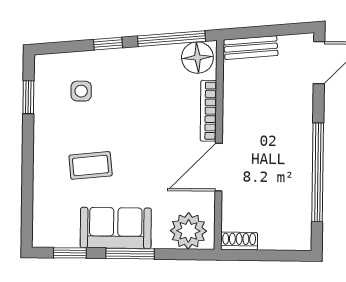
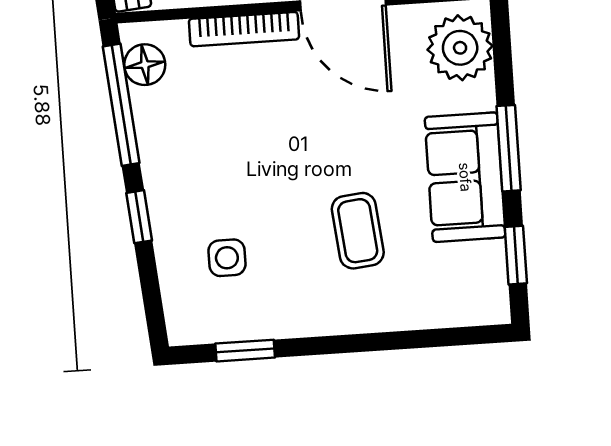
floor lamp: (197, 58) -> (145, 65), width x0.73, depth x0.73

